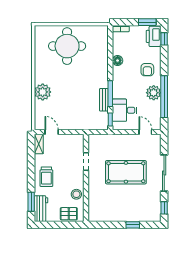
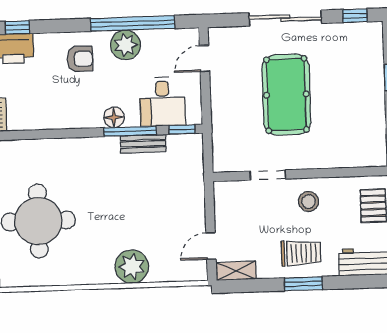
floor lamp: (118, 61) -> (114, 117), moved
stool: (76, 194) -> (309, 201), moved
window: (31, 202) -> (303, 284), moved

